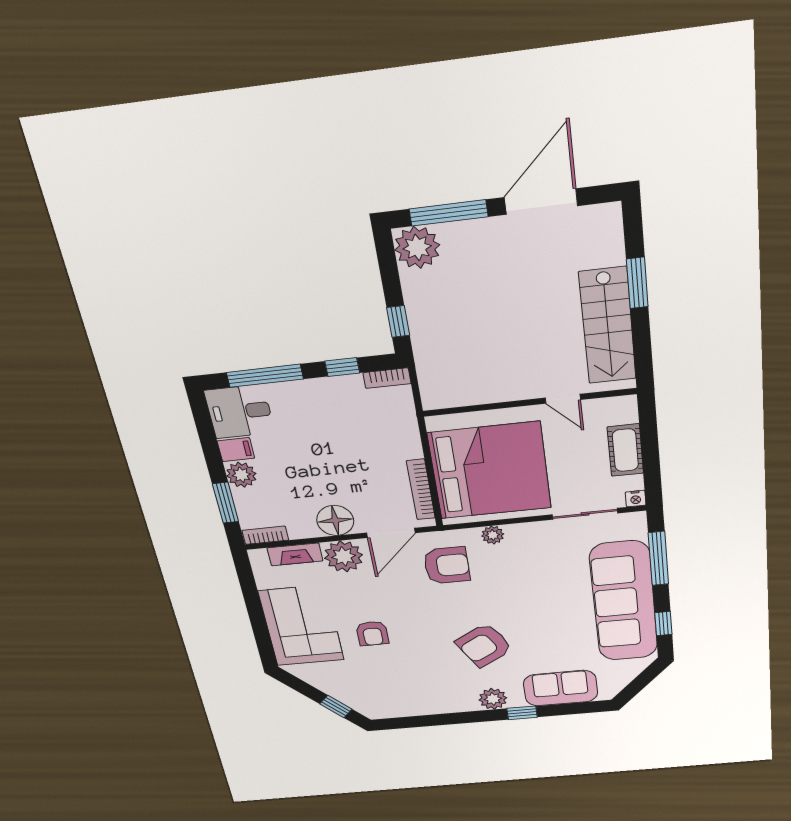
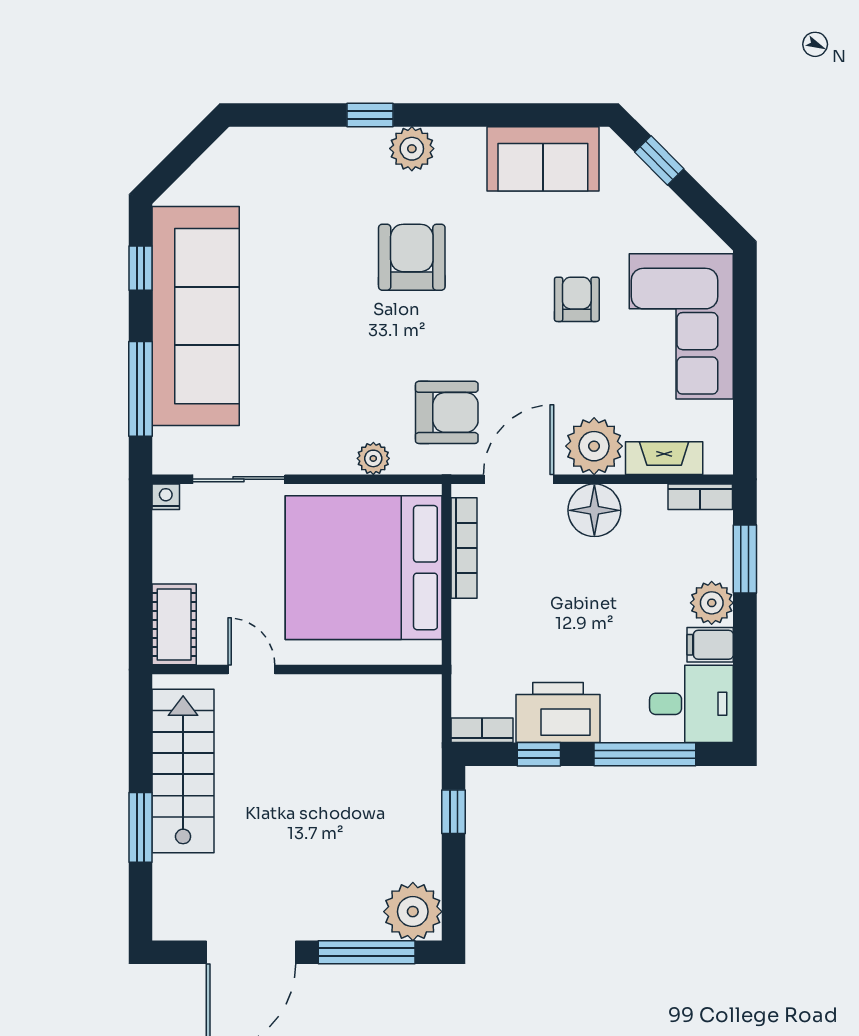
printer: (334, 396) -> (558, 712), added
cot: (625, 450) -> (174, 624), moved
armchair: (447, 565) -> (447, 412), turned 180
armchair: (484, 645) -> (412, 257), turned -60
sofa: (561, 688) -> (543, 159), moved

